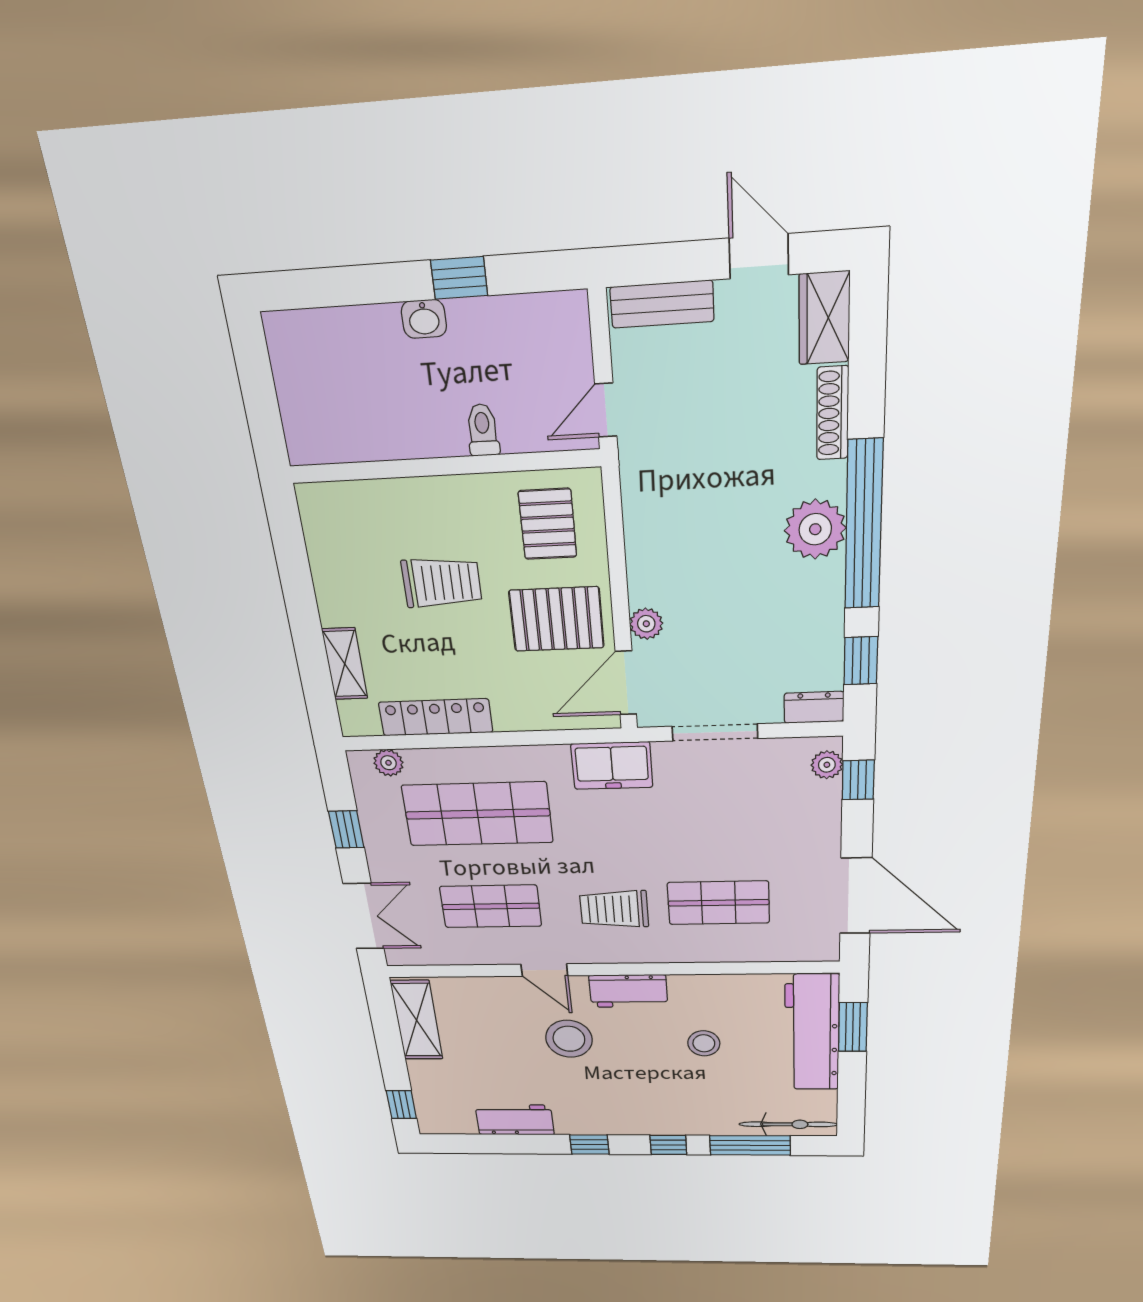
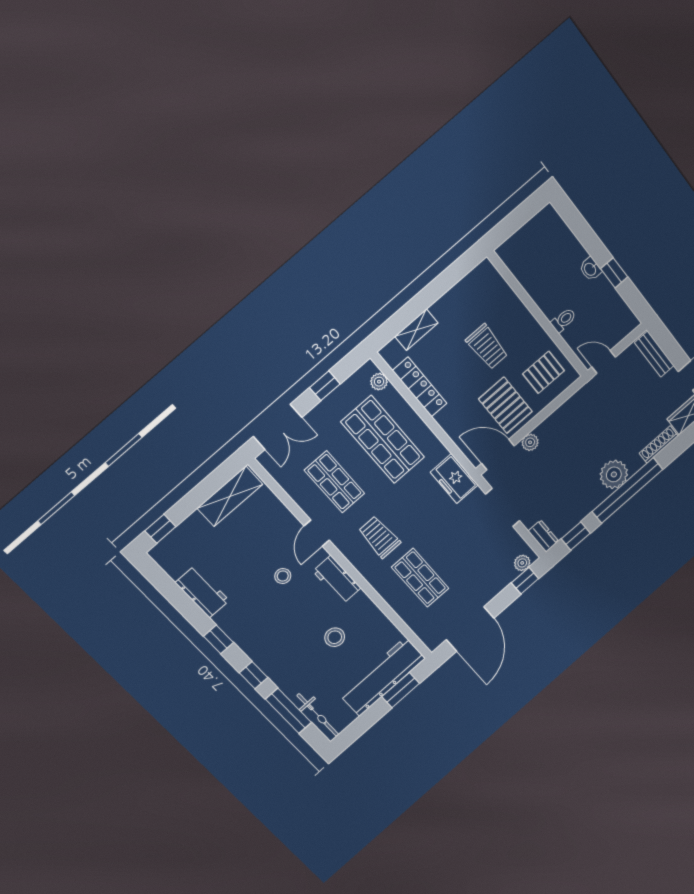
stool: (569, 1039) -> (283, 576), width x0.53, depth x0.53

